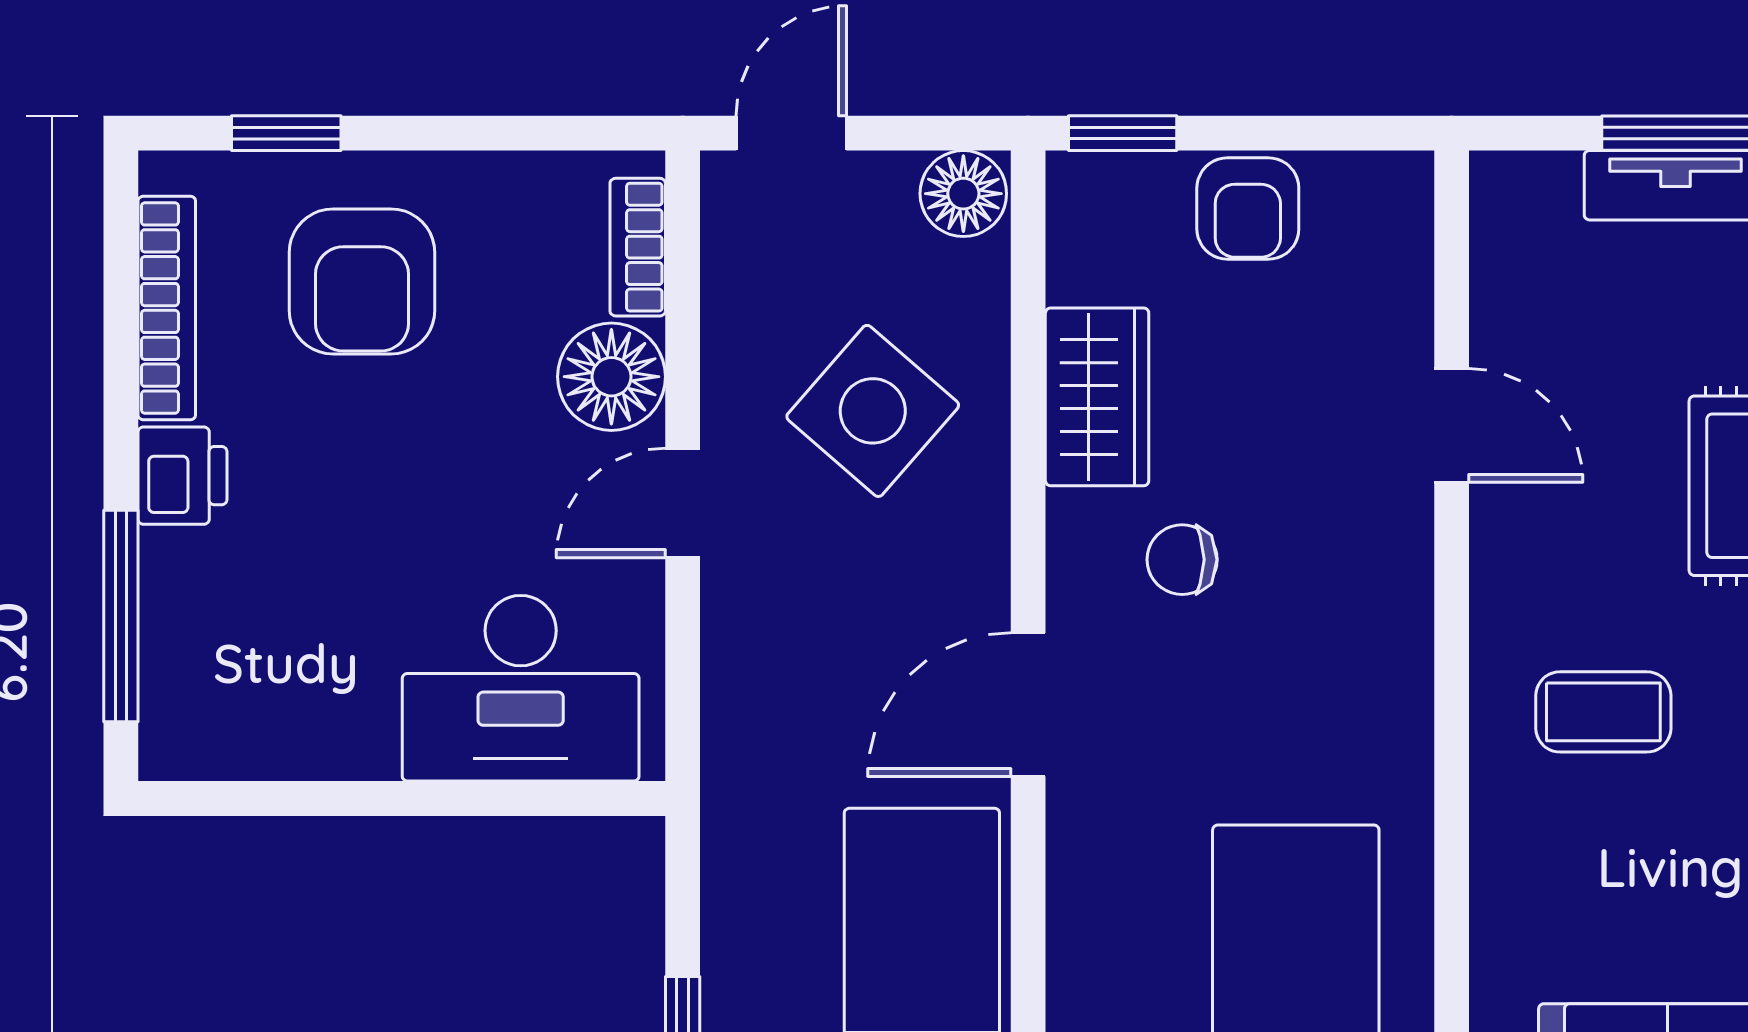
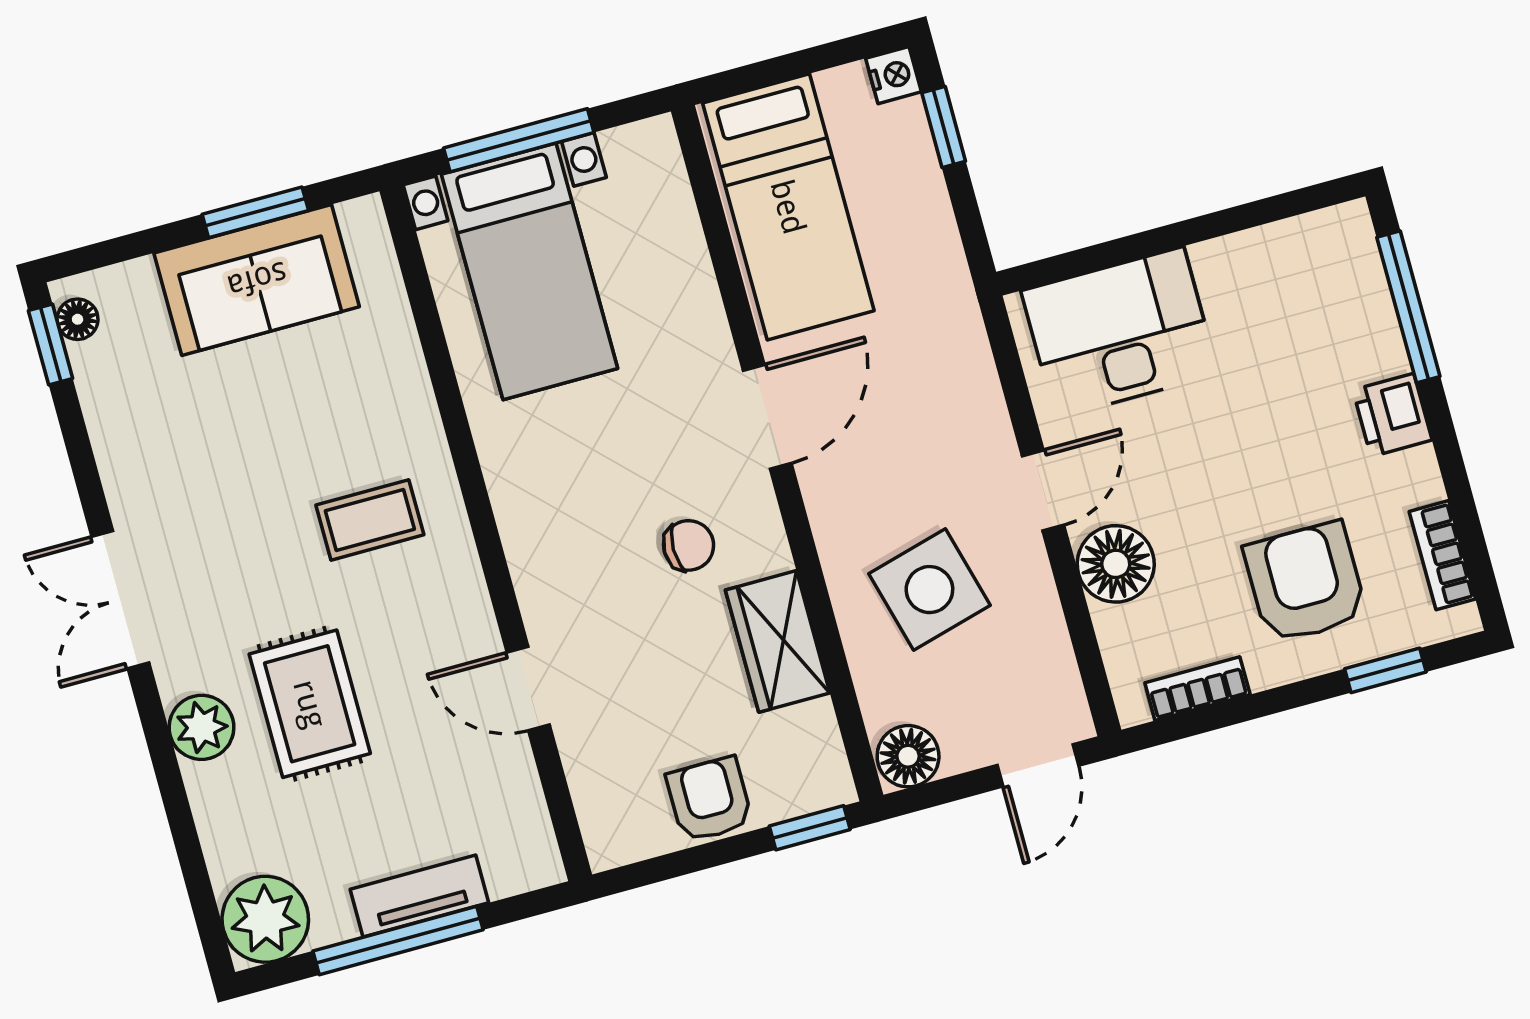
bookcase: (638, 247) -> (1197, 689), moved, turned -90
bookcase: (167, 308) -> (1442, 555), width x0.64
side table: (873, 411) -> (929, 590), turned 34

